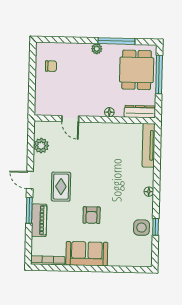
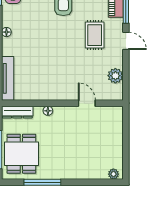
plant: (97, 49) -> (113, 174), moved
chair: (51, 66) -> (107, 156), removed

